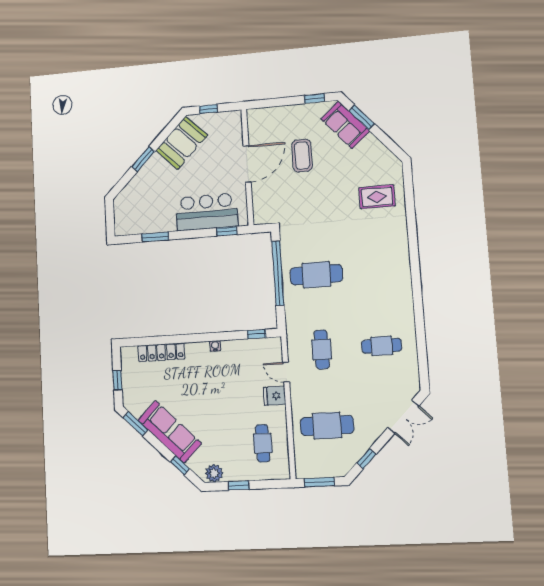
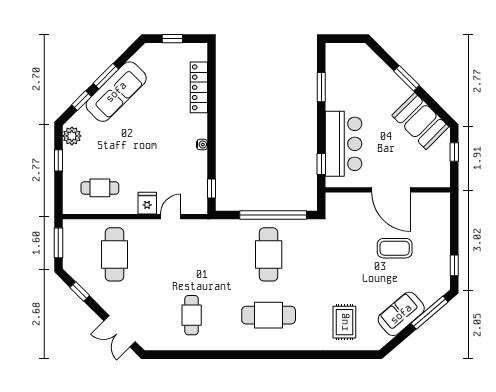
window: (362, 117) -> (430, 313), width x1.44
sofa: (345, 125) -> (401, 314), moved
cafe table: (322, 349) -> (269, 315), moved, width x1.37, depth x1.35
window: (135, 424) -> (106, 76), moved

